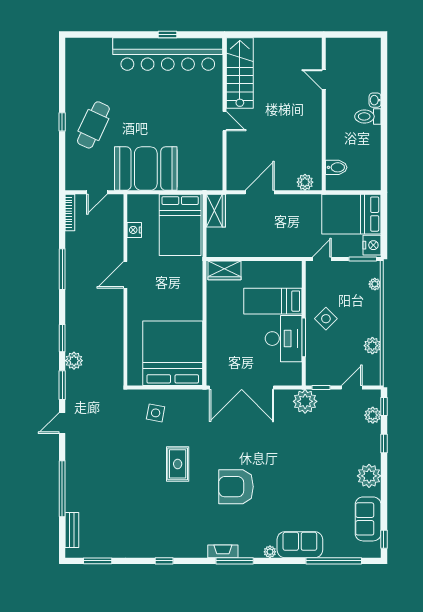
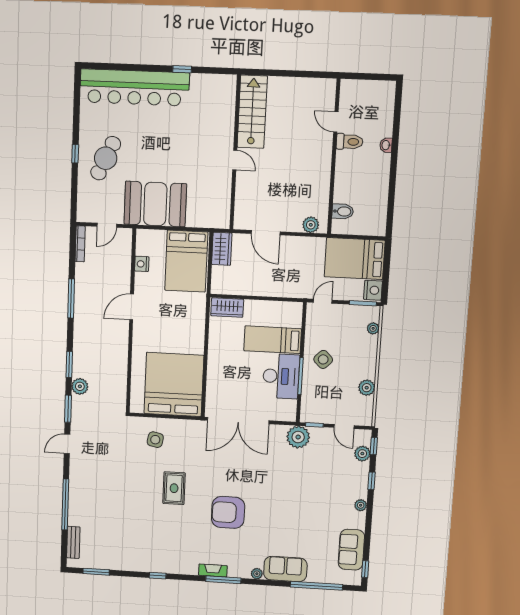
bar counter: (168, 54) -> (135, 87), moved
toilet: (368, 116) -> (350, 142), moved, turned 180
door: (260, 192) -> (266, 233), swing flipped
door: (352, 388) -> (344, 426), swing flipped
plant: (369, 476) -> (361, 505), width x0.53, depth x0.53

